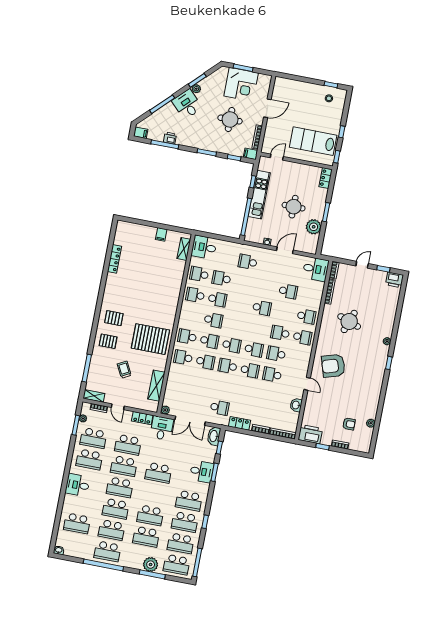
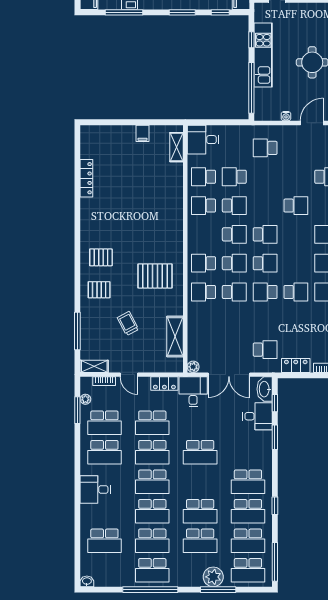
pallet: (150, 339) -> (155, 276), width x0.73, depth x0.71
school desk: (254, 349) -> (265, 234), moved
desk: (202, 472) -> (257, 416), moved

